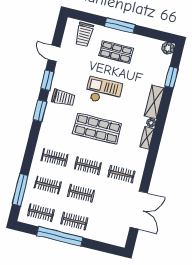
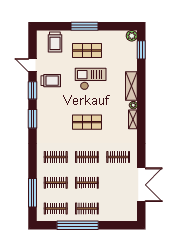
window: (172, 77) -> (141, 50), moved
checkout: (103, 91) -> (91, 79), moved
trolley: (63, 98) -> (51, 81), moved
shop shelf: (97, 129) -> (87, 122), width x0.70, depth x0.74

